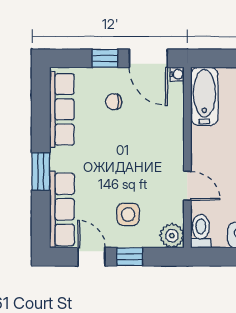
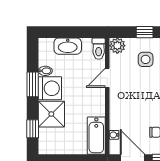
water cooler: (177, 74) -> (114, 135), moved
door: (187, 186) -> (107, 78), hinge flipped

